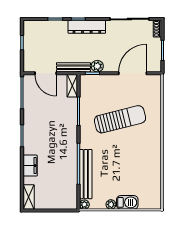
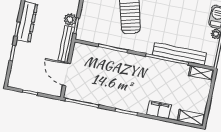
door: (46, 73) -> (67, 74), swing flipped
shelving: (72, 86) -> (201, 73), moved
plant: (84, 205) -> (211, 62), removed

